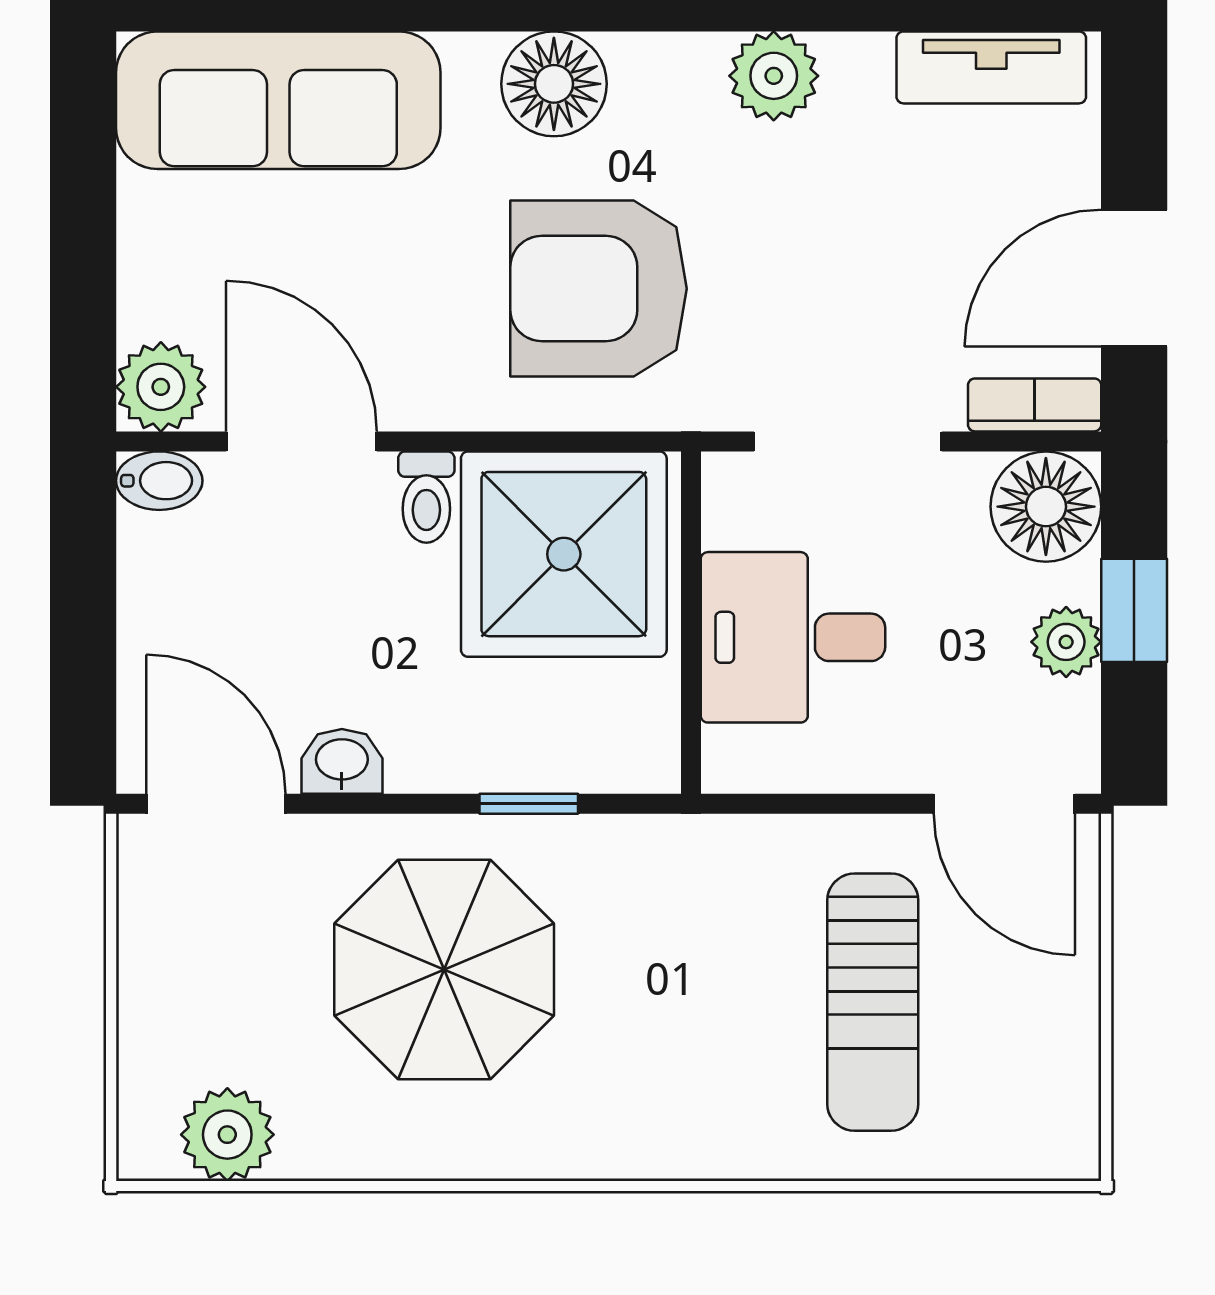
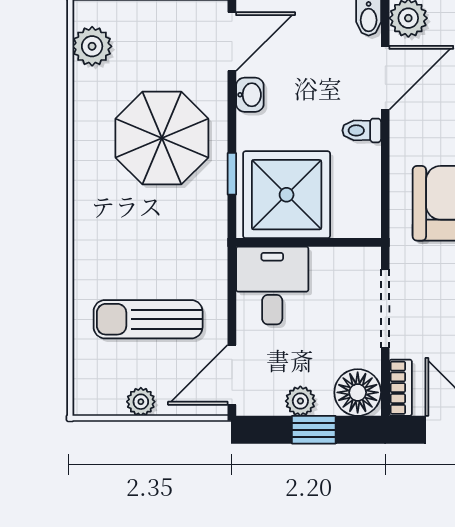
shower: (564, 554) -> (287, 195), moved
desk: (793, 637) -> (272, 285), moved
plant: (1068, 1019) -> (141, 402), added

